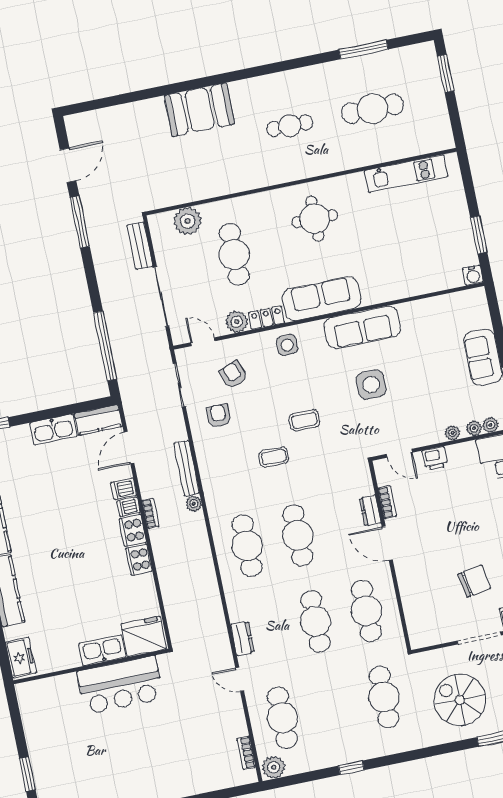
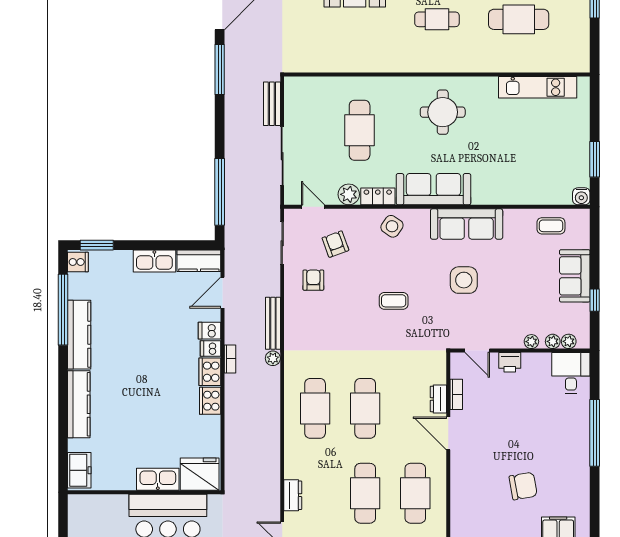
plant: (188, 221) -> (322, 90), removed
side table: (287, 345) -> (392, 226), turned 35
coffee table: (274, 457) -> (551, 226), moved

